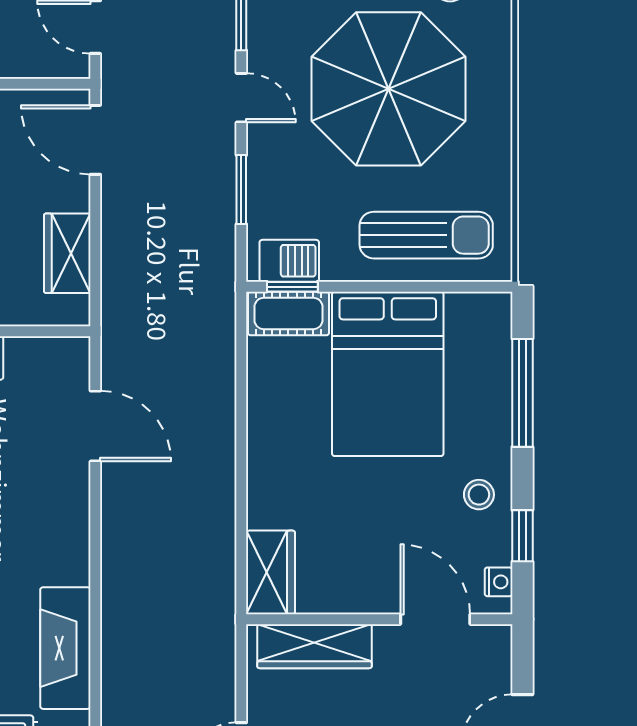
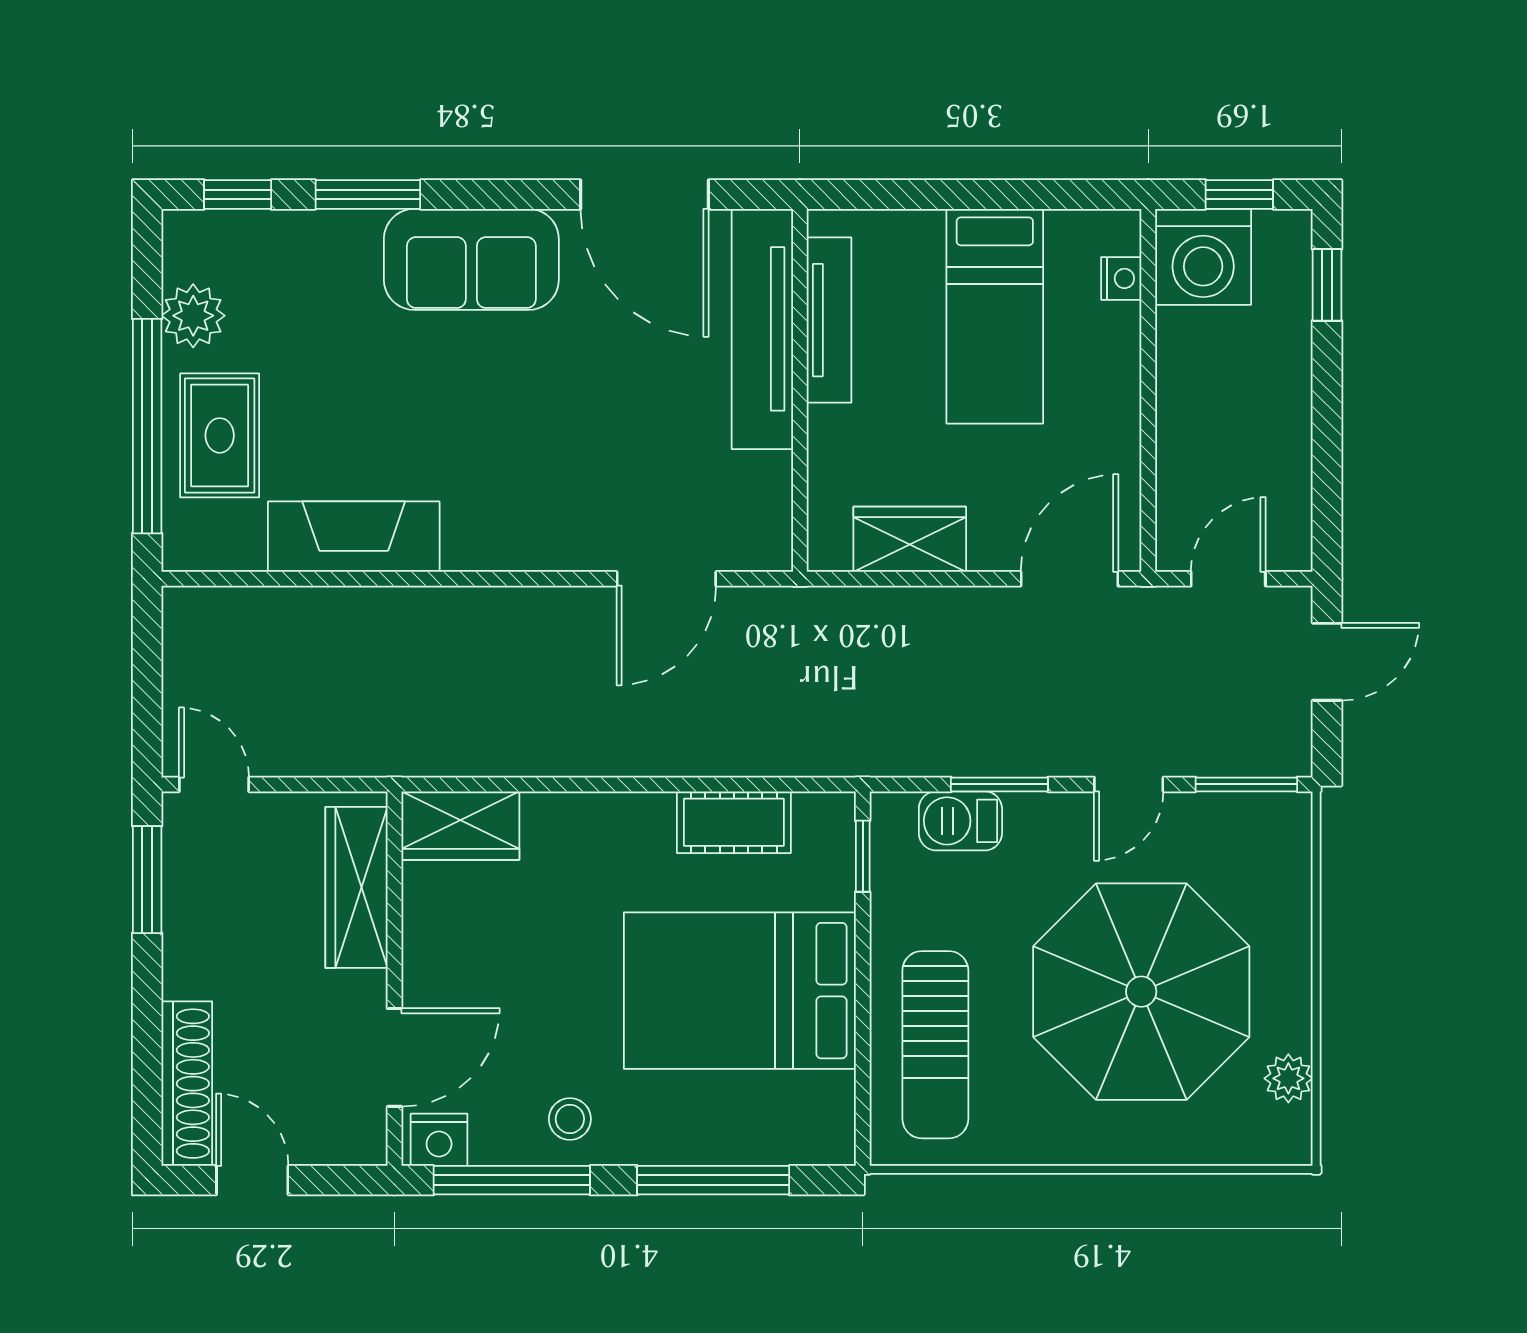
barbecue: (289, 261) -> (960, 821), moved, turned 90
cot: (288, 313) -> (734, 822), moved, turned 90
window: (522, 536) -> (512, 1180), width x2.17
nightstand: (499, 582) -> (439, 1140), width x1.39, depth x1.35

